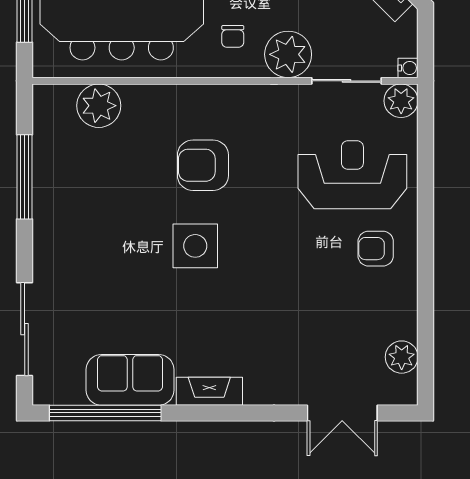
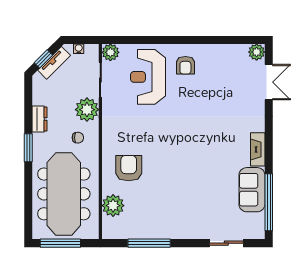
water cooler: (408, 68) -> (79, 49), moved
armchair: (203, 165) -> (129, 168), moved, turned 180
side table: (195, 246) -> (184, 157), removed
sliding door: (25, 329) -> (226, 243), width x0.73
plant: (402, 357) -> (257, 52), moved

